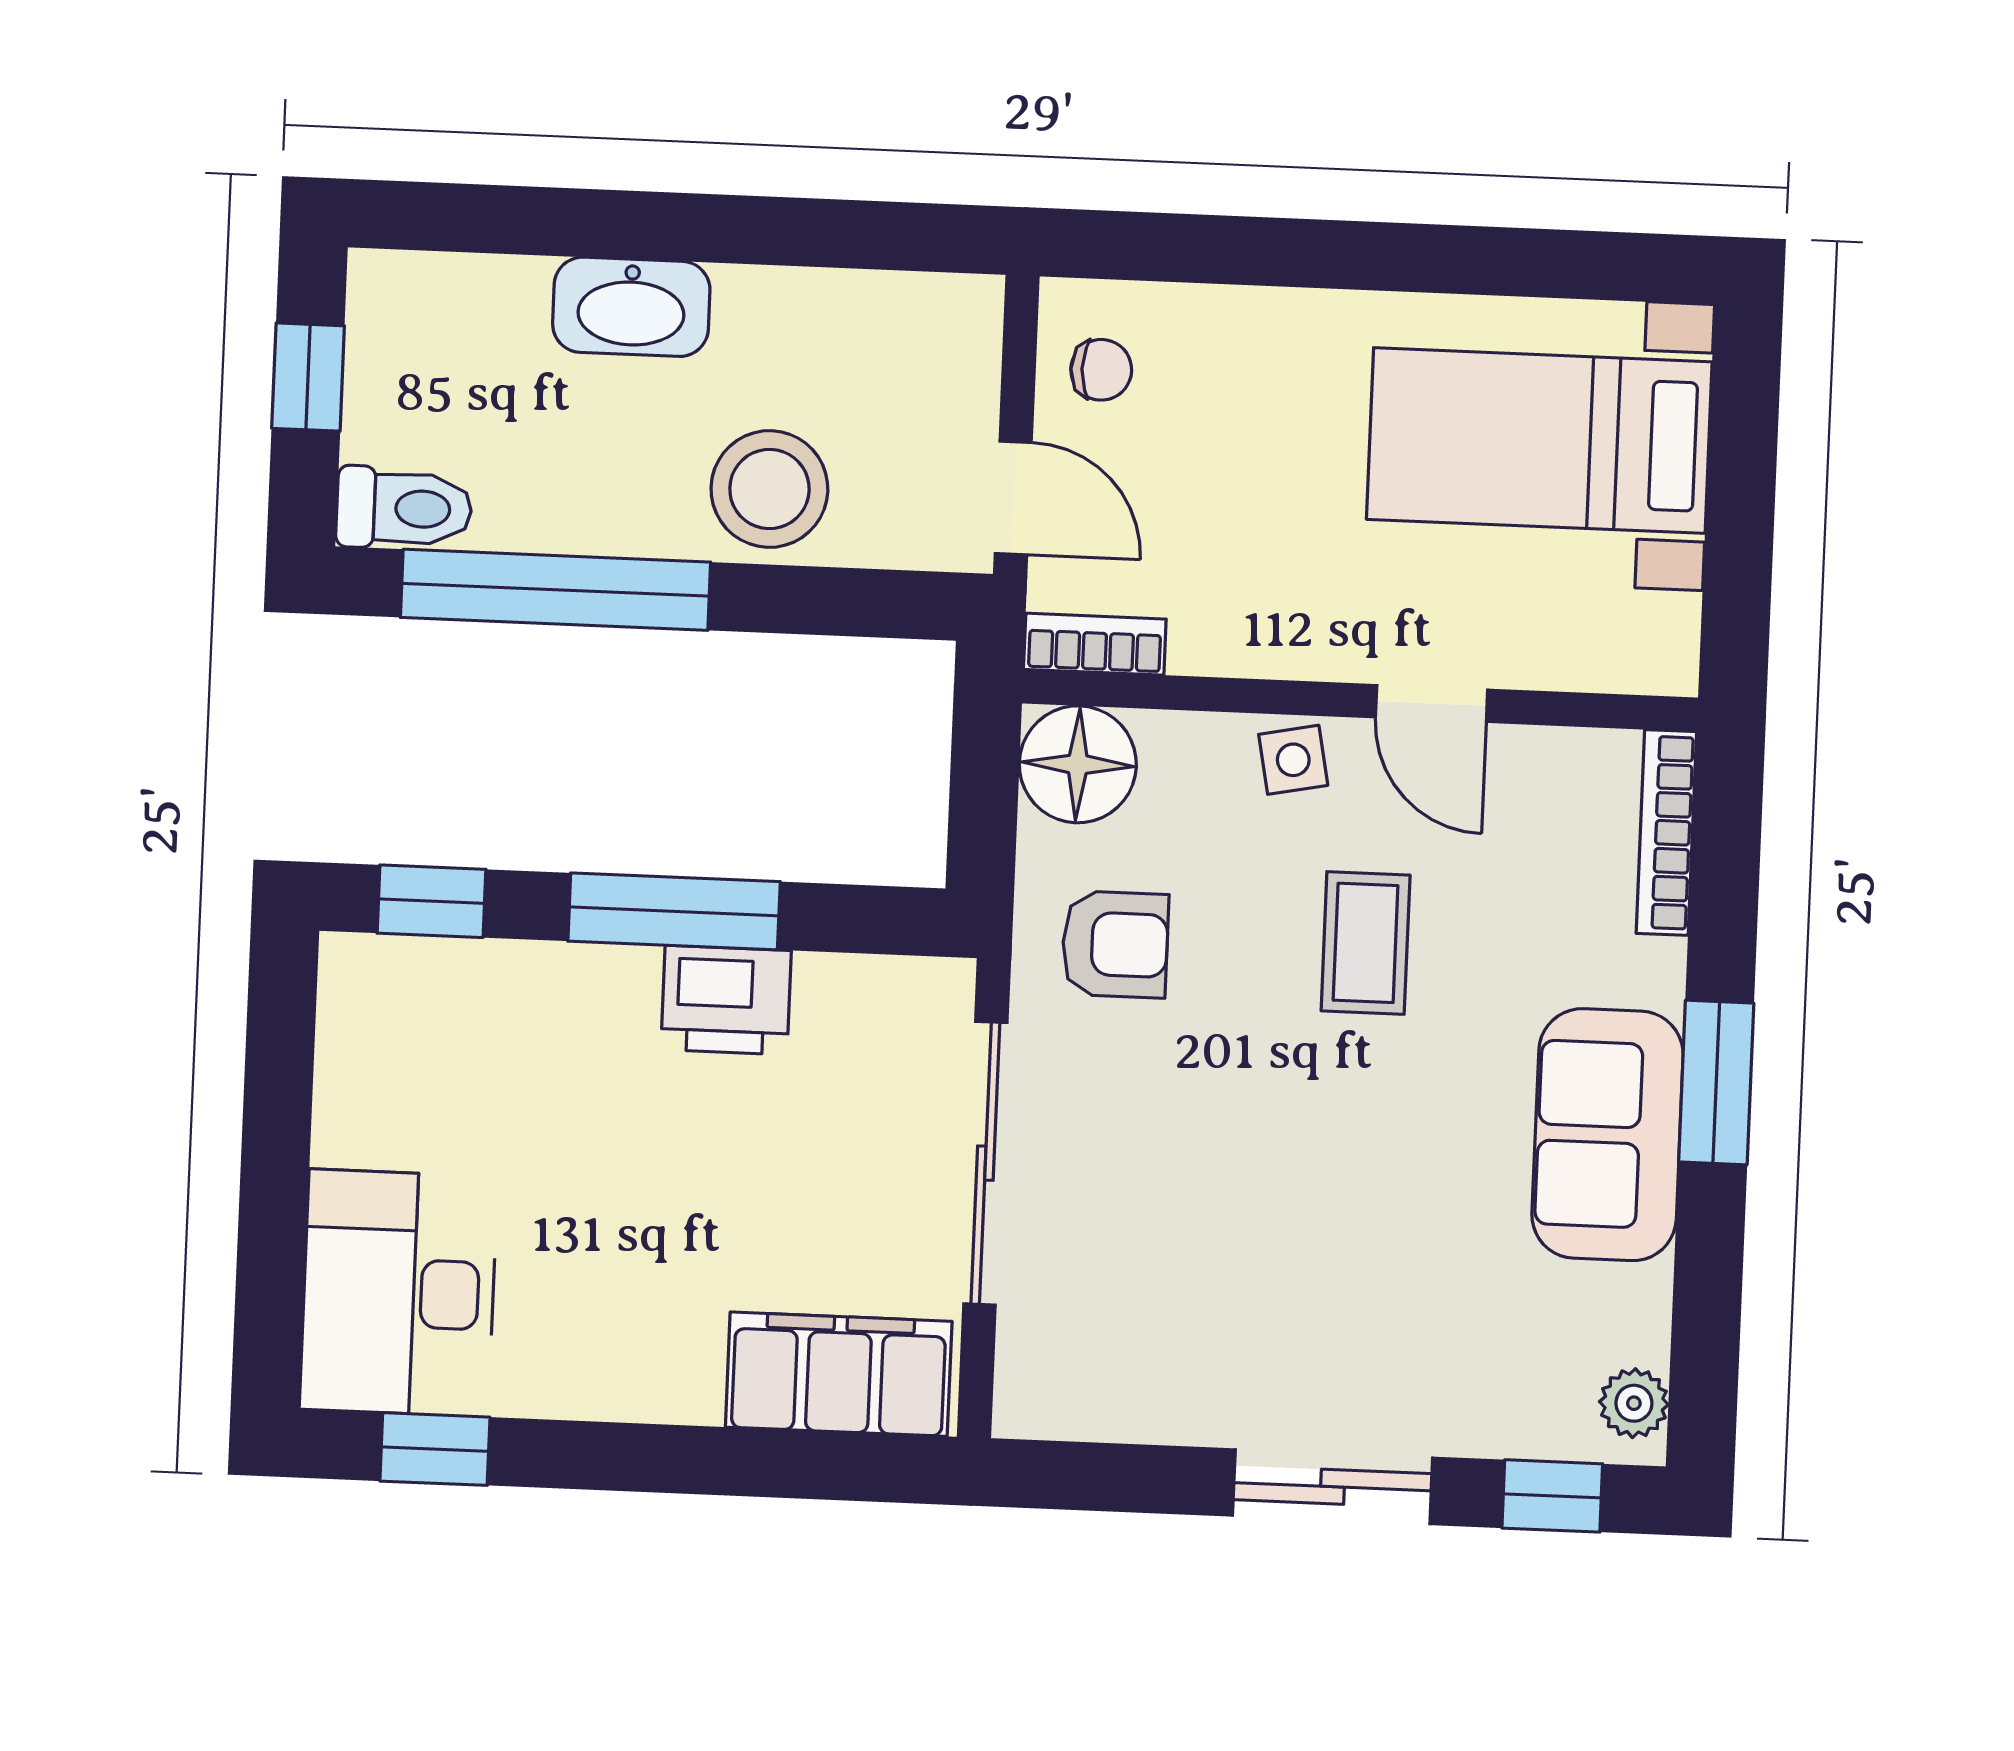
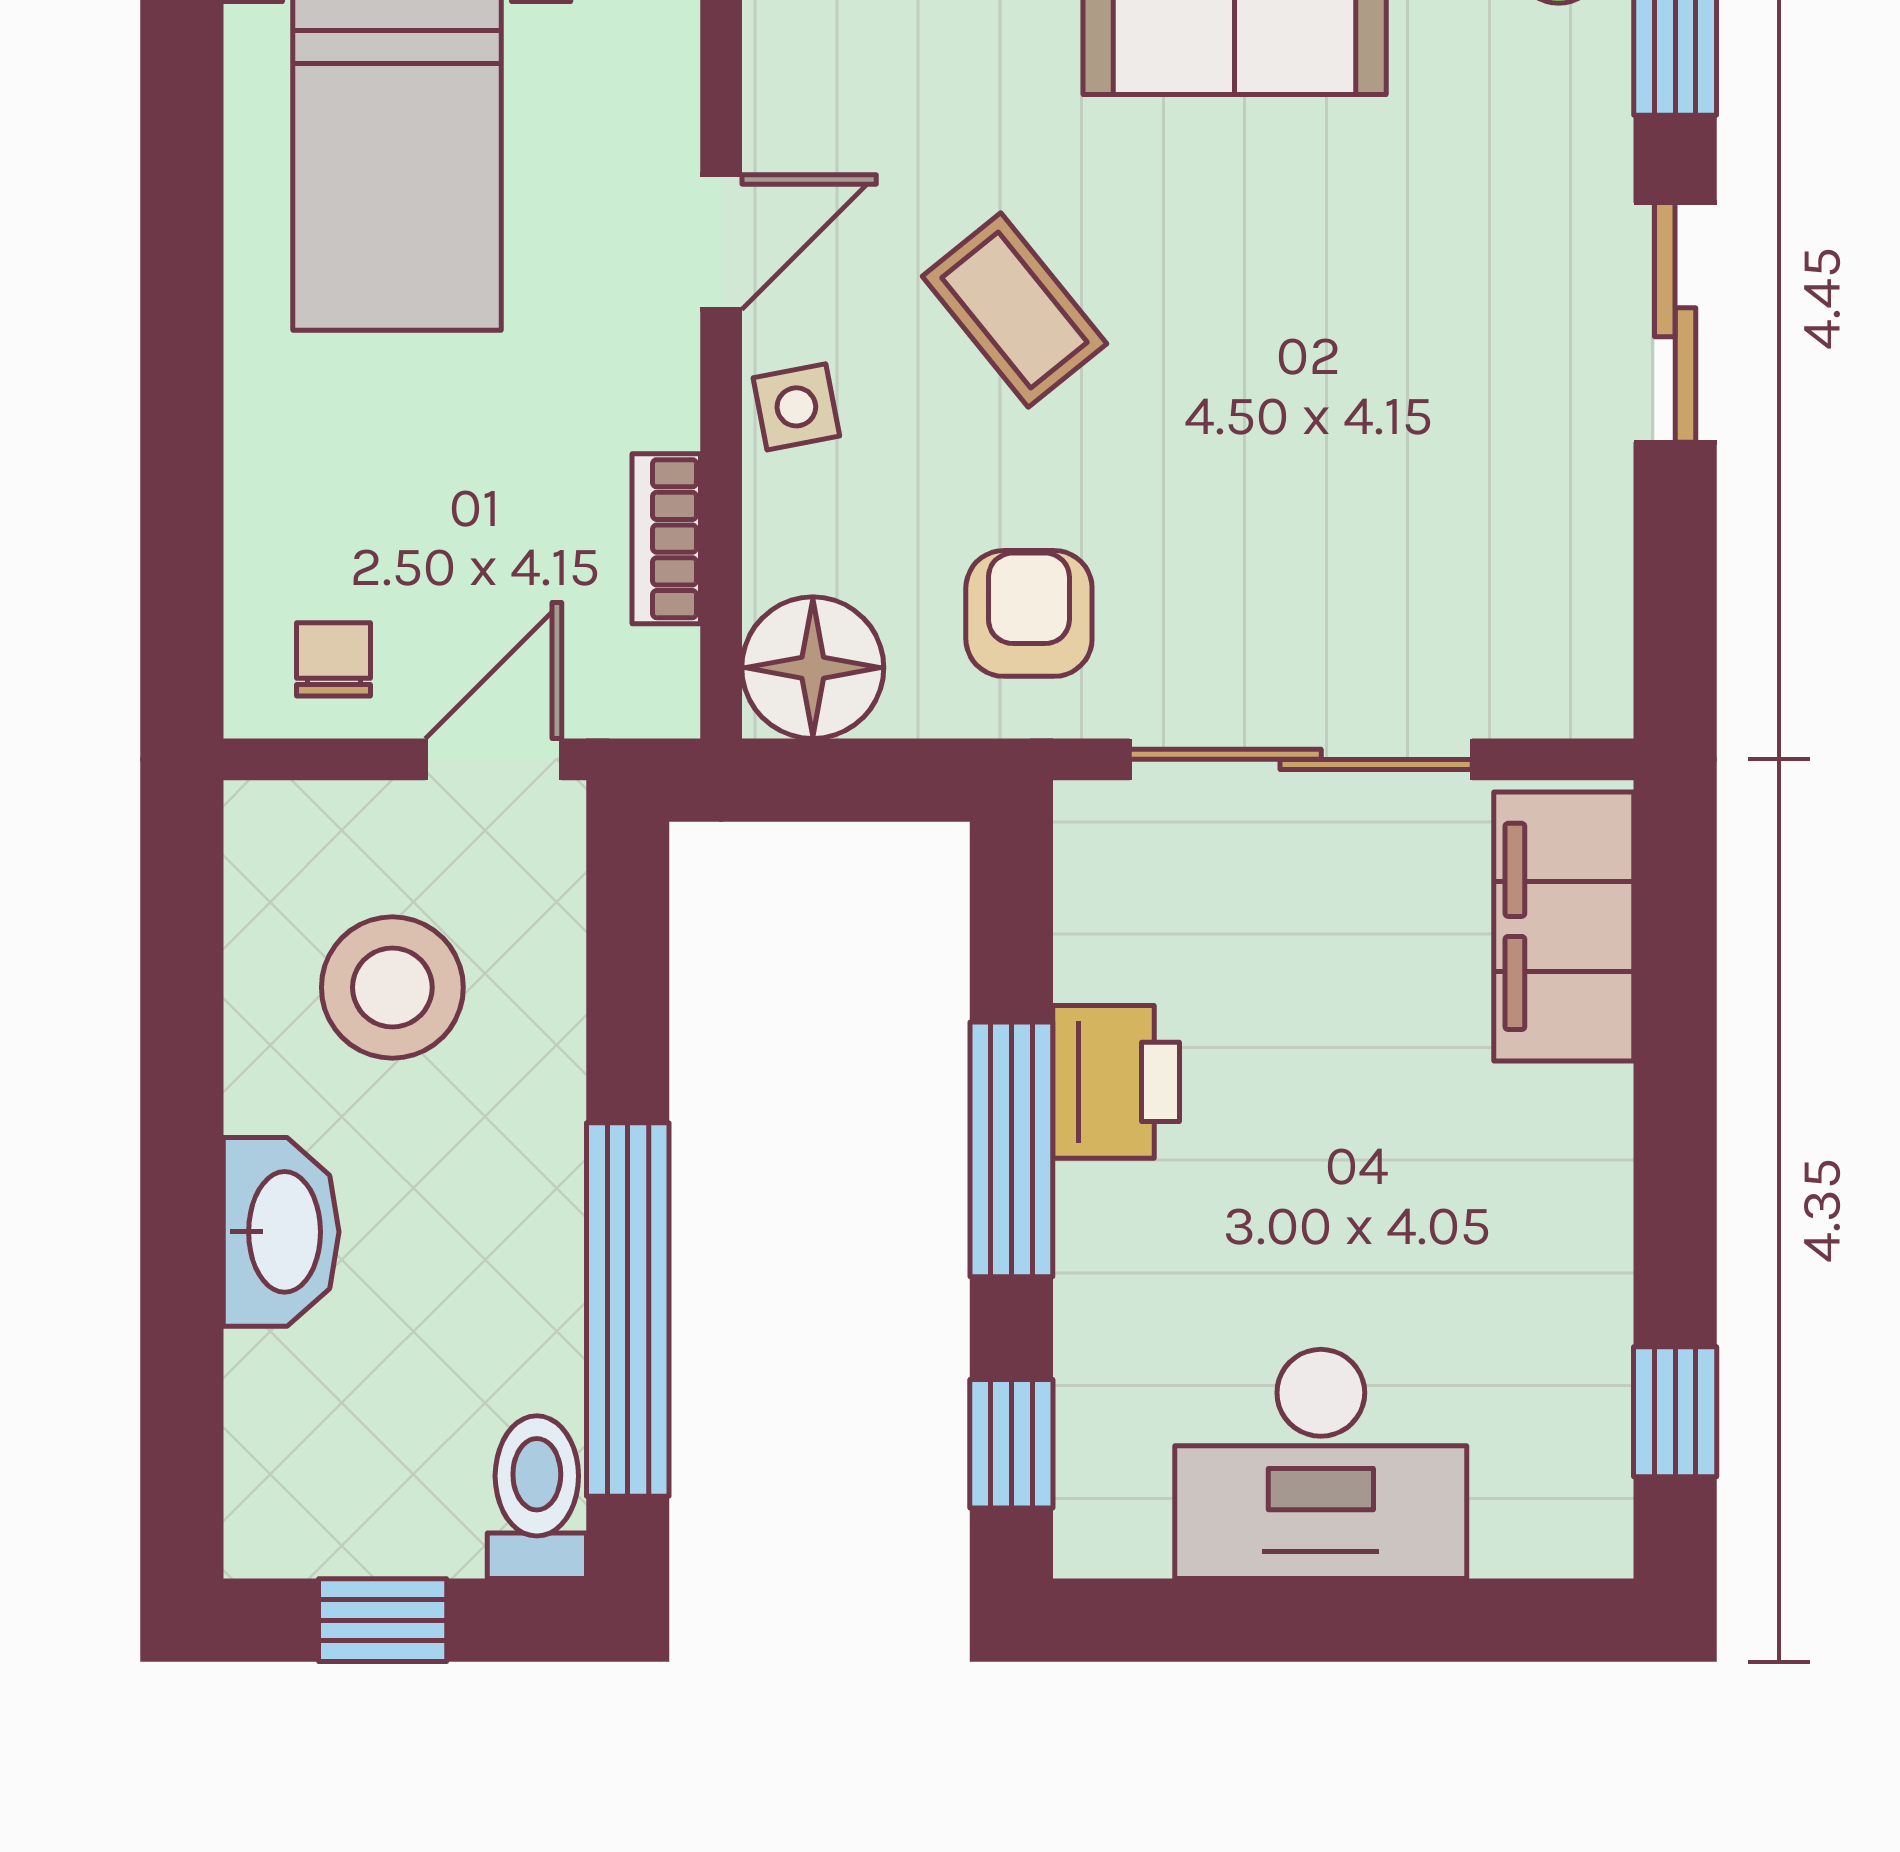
stool: (769, 489) -> (392, 987), moved
bookcase: (1095, 644) -> (666, 539), moved
coffee table: (1366, 943) -> (1015, 310), turned 51
desk: (399, 1293) -> (1321, 1464), moved

